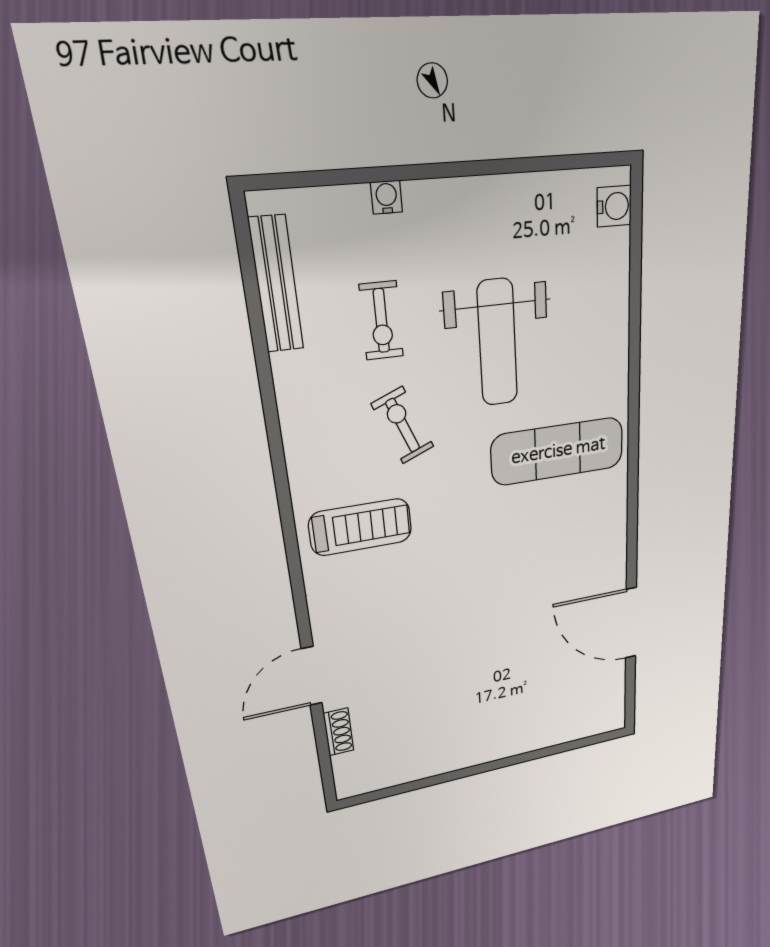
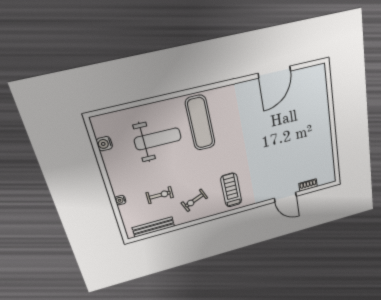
water cooler: (614, 206) -> (104, 144), moved, turned -90
weight bench: (497, 343) -> (158, 139), moved
exercise bike: (403, 425) -> (194, 200), moved

